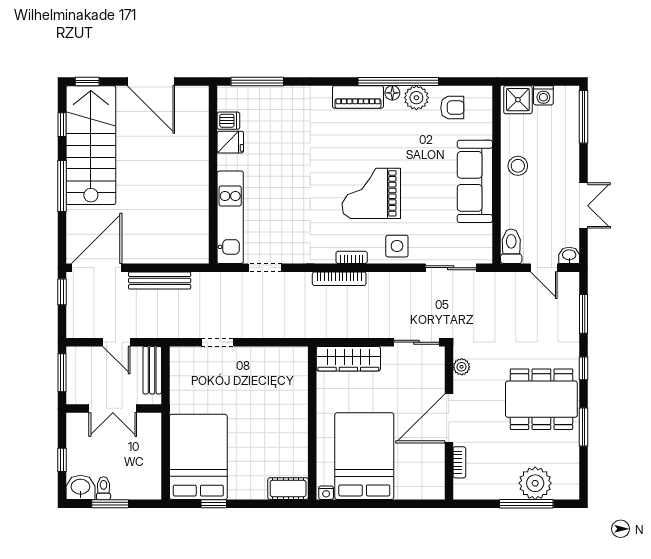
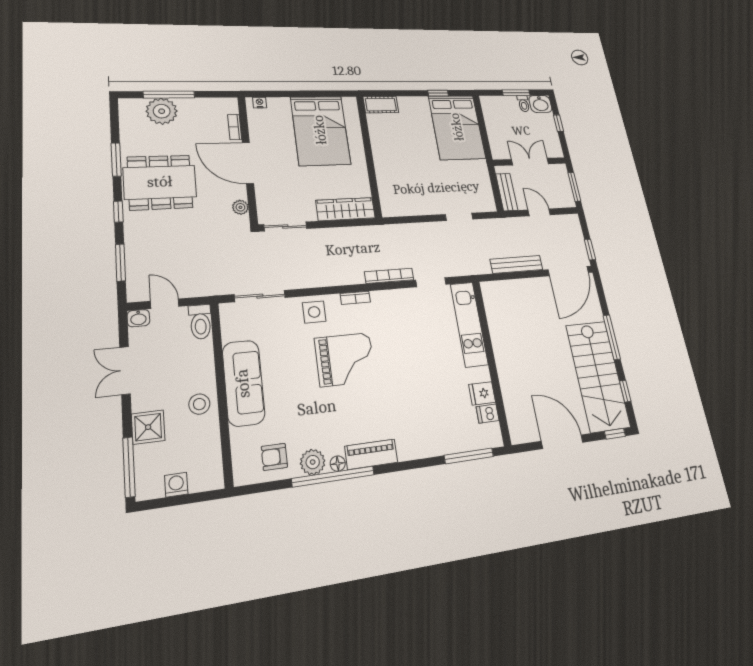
shower: (518, 100) -> (148, 427), moved
bookcase: (339, 279) -> (389, 276), moved
door: (449, 418) -> (248, 163), swing flipped
nightstand: (326, 493) -> (260, 103), moved

